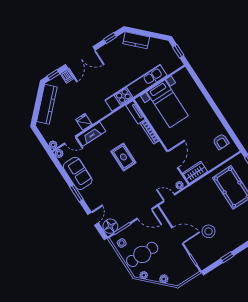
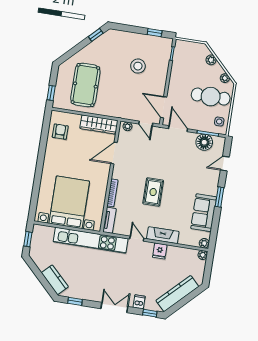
double door: (80, 57) -> (114, 308), width x0.73
bed with nightstands: (167, 104) -> (69, 202), width x1.36
door: (70, 140) -> (137, 239), moved
wardrobe: (195, 172) -> (99, 124), width x1.50
floor lamp: (110, 226) -> (204, 142), moved
door: (177, 236) -> (164, 107), moved
window: (227, 257) -> (155, 33), moved

